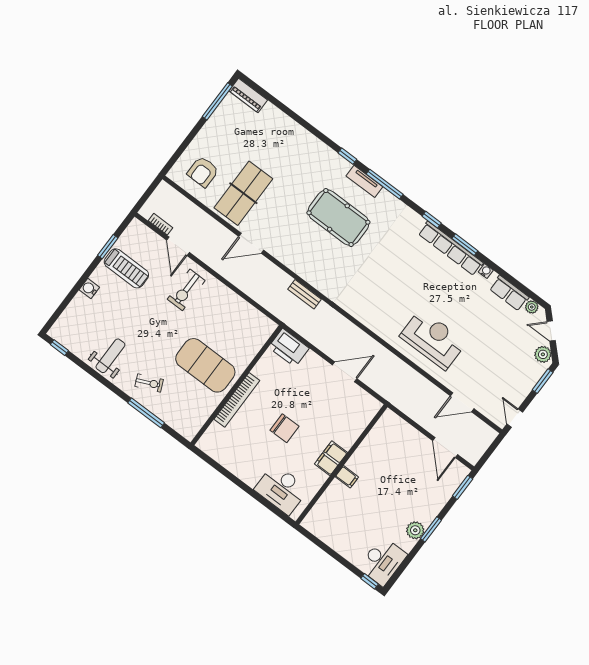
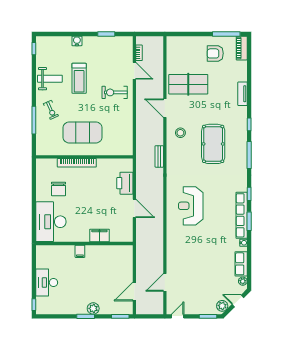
armchair: (203, 172) -> (215, 53), moved
tv unit: (364, 181) -> (242, 94), moved
door: (178, 246) -> (134, 71), swing flipped
stool: (295, 247) -> (180, 133), added
treadmill: (126, 268) -> (79, 78), moved
door: (551, 331) -> (238, 301), hinge flipped
reception desk: (433, 339) -> (191, 206), moved, turned 180
printer: (289, 348) -> (125, 183), moved
exercise mat: (205, 365) -> (83, 132), turned 90
door: (462, 402) -> (165, 282), hinge flipped
chair: (284, 428) -> (59, 189), moved
filing cabinet: (331, 458) -> (99, 235), moved
desk: (281, 489) -> (51, 222), width x1.36, depth x1.30
plant: (415, 530) -> (93, 308), moved
desk: (383, 561) -> (47, 283), moved, turned 90

